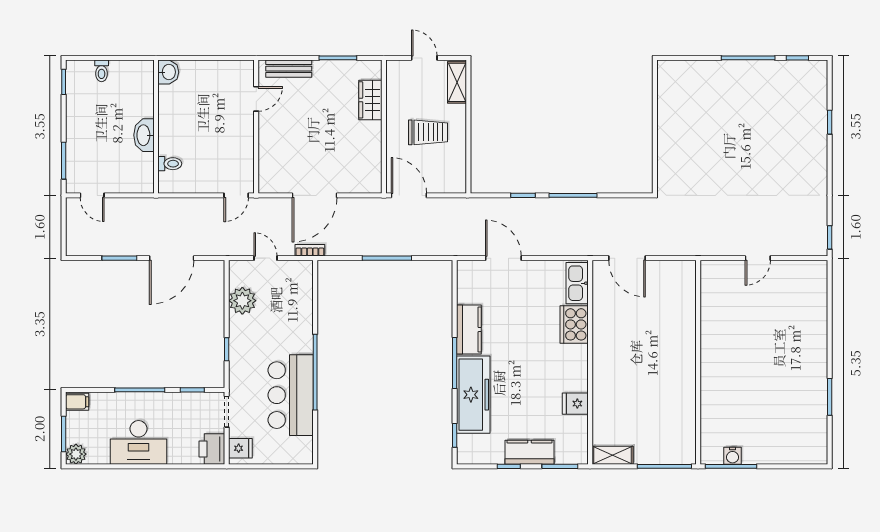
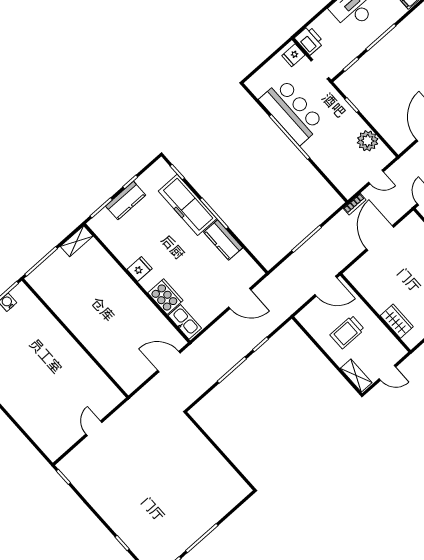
fridge: (575, 404) -> (140, 269), moved

